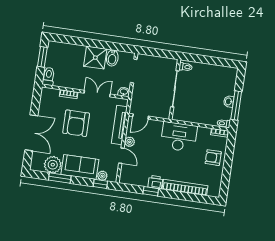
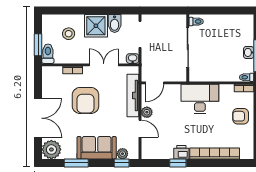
window: (42, 57) -> (38, 45), moved
stool: (70, 61) -> (69, 34), added
plant: (53, 165) -> (51, 150), moved

